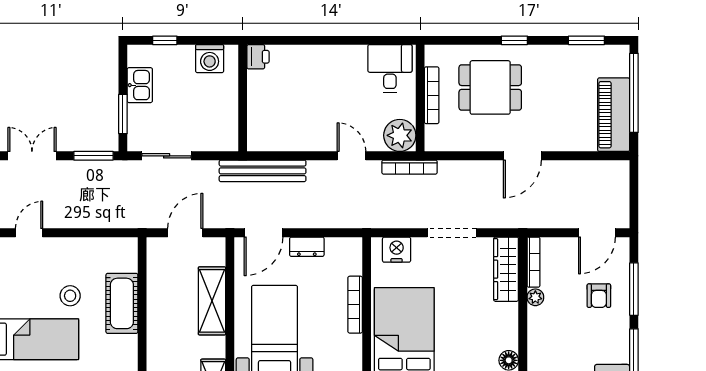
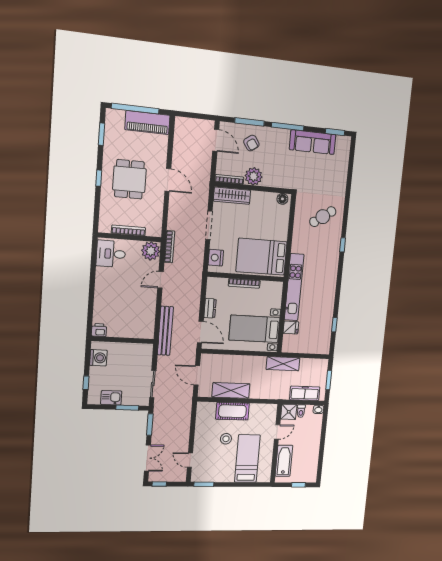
dining table: (490, 87) -> (129, 179), moved
double door: (32, 156) -> (147, 458), swing flipped
armchair: (599, 296) -> (251, 143), turned 55
plant: (535, 297) -> (254, 176), width x1.87, depth x1.87
shelving: (212, 301) -> (231, 390), moved

